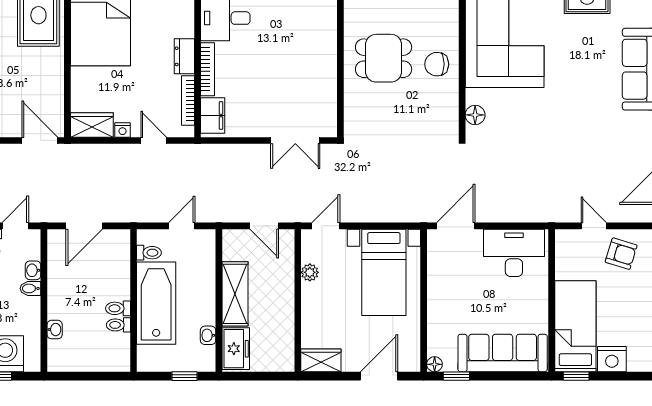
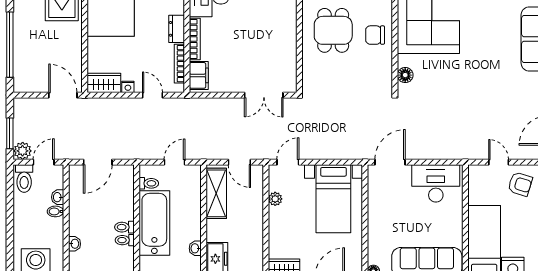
dining table: (384, 58) -> (333, 30), turned 90
shelving: (235, 294) -> (216, 193), moved

